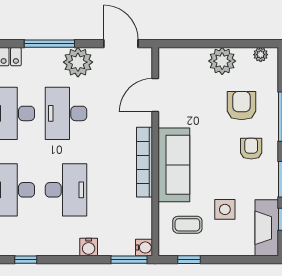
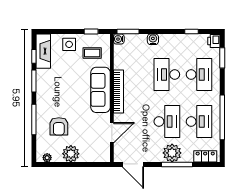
plant: (78, 62) -> (172, 153), moved
armchair: (251, 149) -> (53, 100), removed
side table: (225, 209) -> (69, 44), moved

